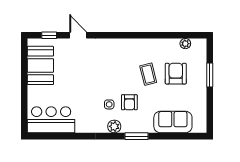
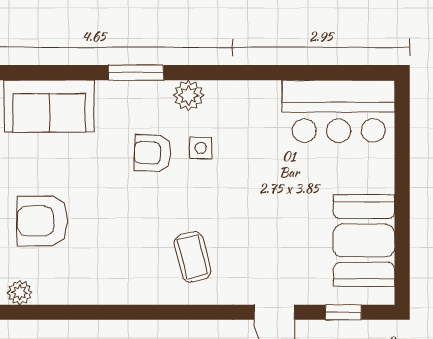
coffee table: (148, 74) -> (193, 257), moved
armchair: (176, 74) -> (42, 221), turned 90
armchair: (129, 102) -> (153, 153), turned -88

